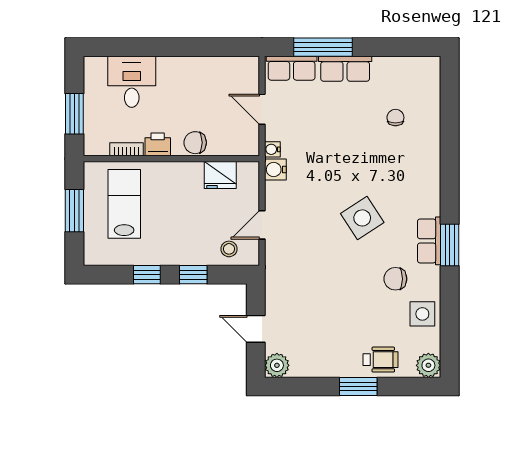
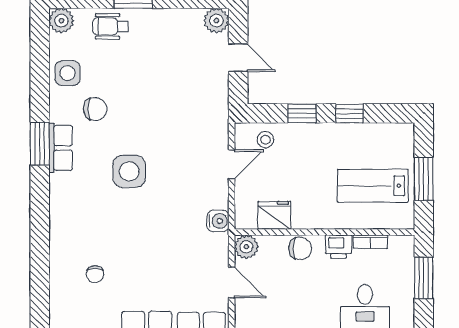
plant: (248, 144) -> (246, 247), added
water cooler: (272, 149) -> (221, 242), removed
lab bench: (124, 204) -> (373, 186), turned 90
side table: (362, 218) -> (129, 171), turned 33

